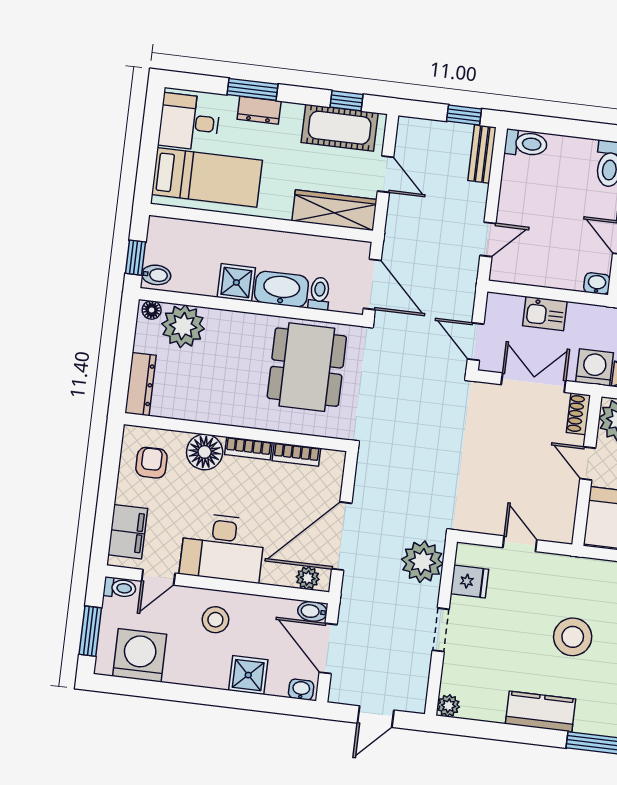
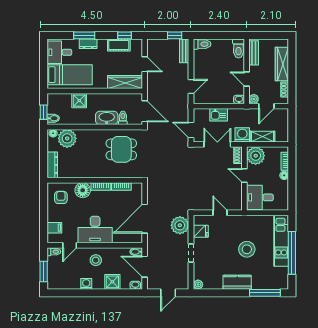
cot: (340, 128) -> (119, 45), width x0.73, depth x0.75
shower: (236, 282) -> (79, 101), moved
dining table: (307, 367) -> (121, 149), width x0.73
filing cabinet: (128, 532) -> (54, 228), width x0.50
plant: (308, 578) -> (132, 238), removed
washing machine: (140, 655) -> (86, 284), moved, width x0.53, depth x0.53

